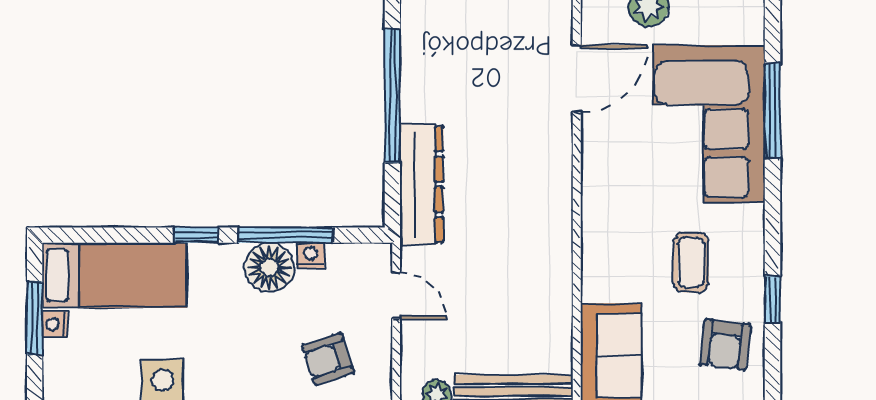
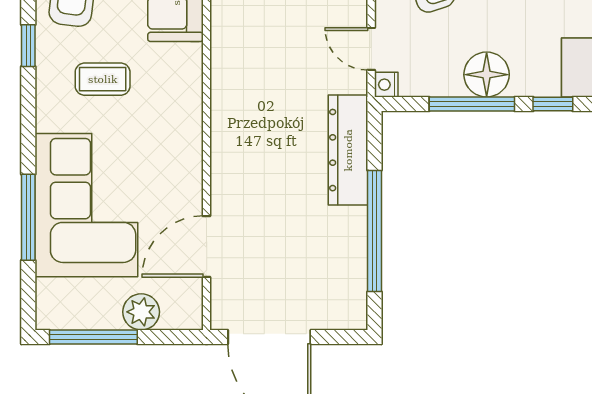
nightstand: (311, 256) -> (386, 85), moved, turned 90
coffee table: (691, 262) -> (103, 79), turned 90

